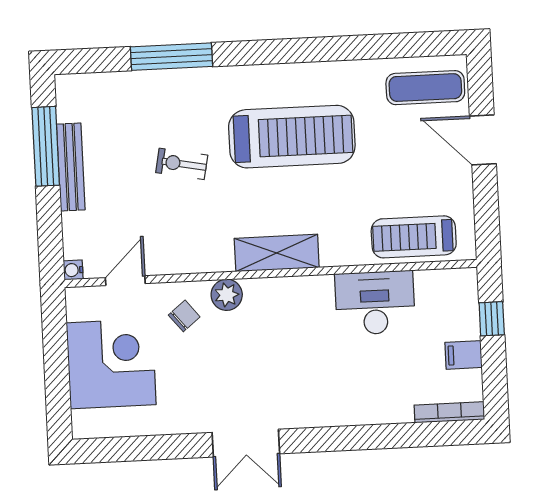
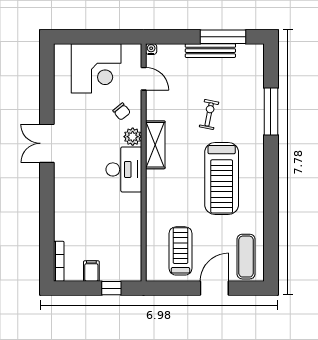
treadmill: (414, 237) -> (180, 251), moved
shelving: (277, 253) -> (155, 145), moved
desk: (375, 303) -> (124, 169), moved

